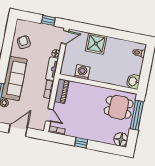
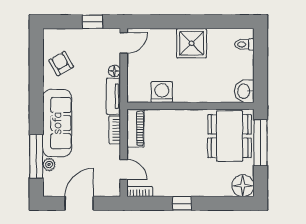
shower: (96, 44) -> (192, 43), moved
dining table: (119, 107) -> (230, 136), width x1.38

